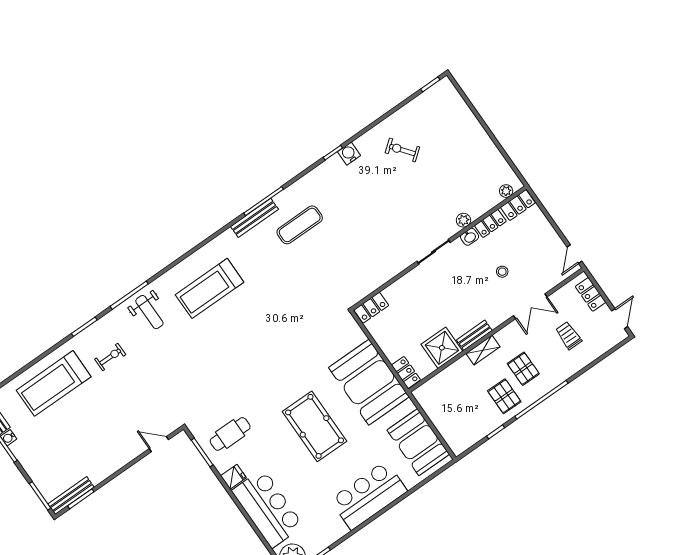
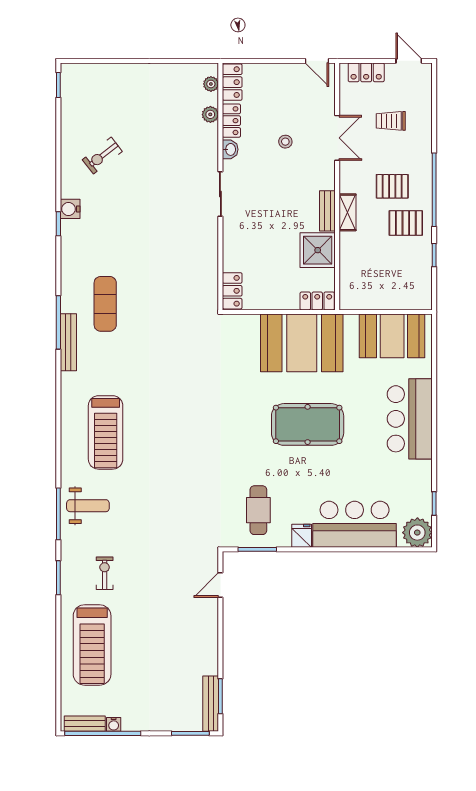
plant: (463, 220) -> (210, 114), moved

